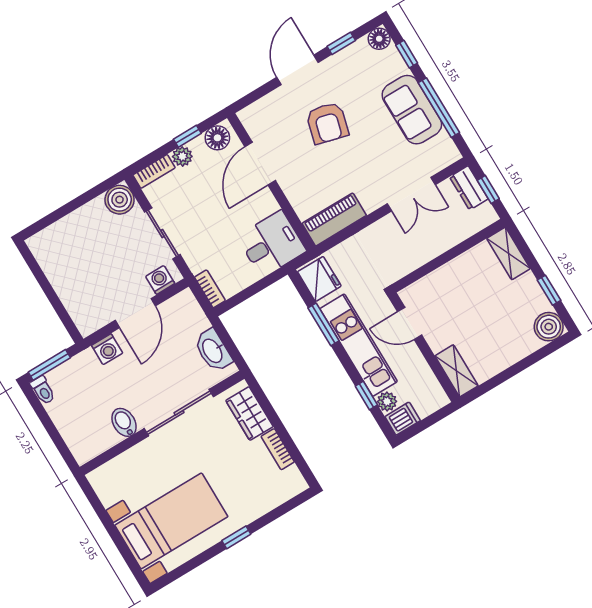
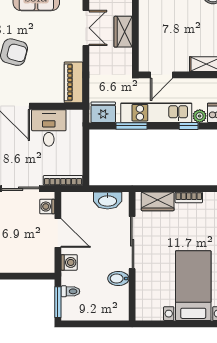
wardrobe: (434, 243) -> (123, 32), added
desk: (272, 244) -> (49, 128), moved
bookcase: (210, 289) -> (63, 180), width x1.56
toilet: (43, 390) -> (70, 291), moved

